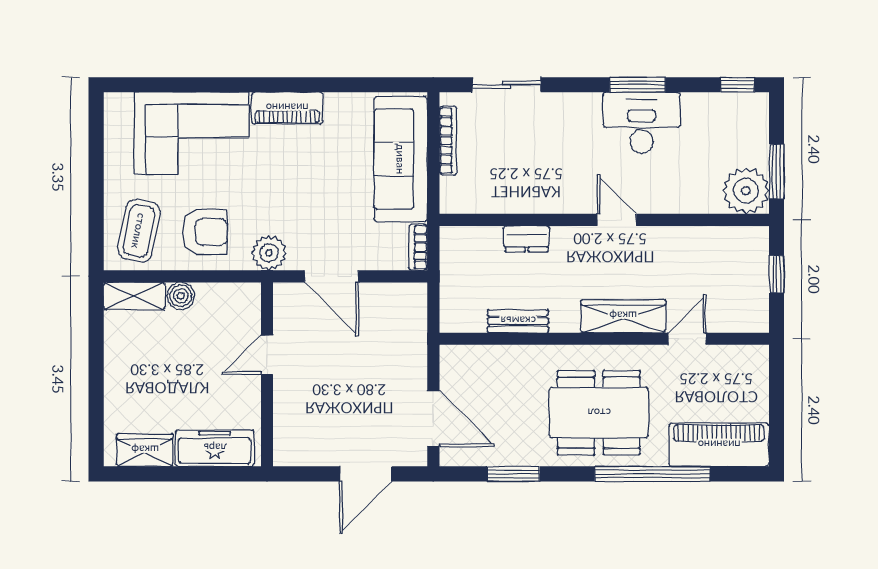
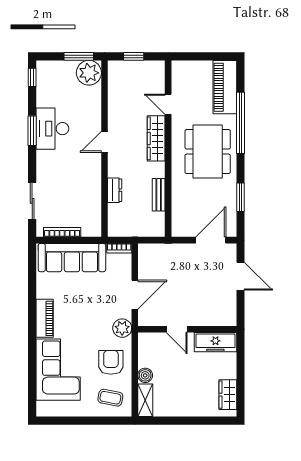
coffee table: (139, 231) -> (110, 398), width x0.73, depth x0.77
freezer: (215, 448) -> (215, 342), moved, turned -90

